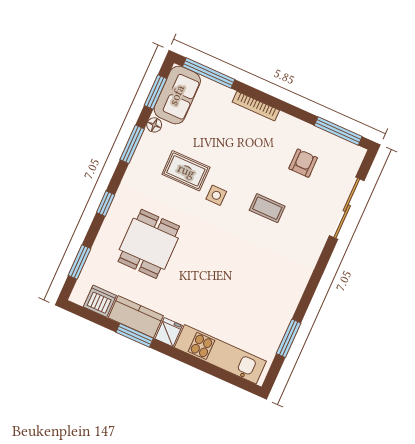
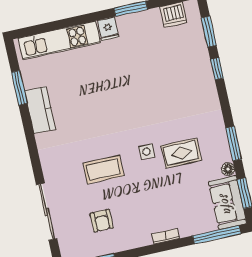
bookcase: (256, 106) -> (166, 236), width x0.64
window: (106, 204) -> (217, 69), moved
coffee table: (267, 208) -> (103, 169), width x1.36, depth x1.30
dining table: (149, 244) -> (169, 81), removed
kitchen counter: (136, 317) -> (40, 110), moved, turned -90

